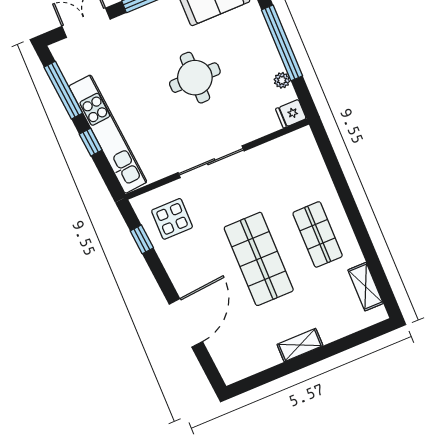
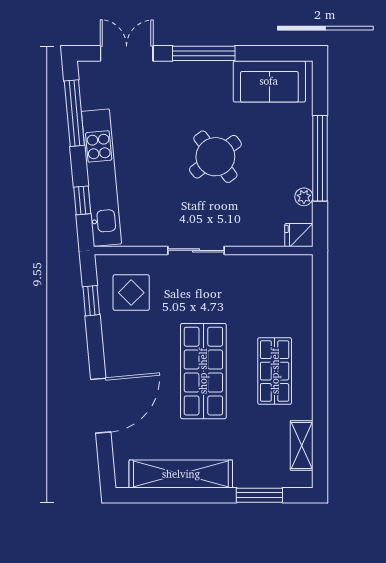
round table: (195, 78) -> (215, 157), turned -37
window: (91, 142) -> (82, 200), moved
sliding door: (211, 162) -> (196, 250), width x0.73
window: (348, 342) -> (259, 495), added
shelving: (300, 345) -> (181, 474), width x2.20, depth x1.33

